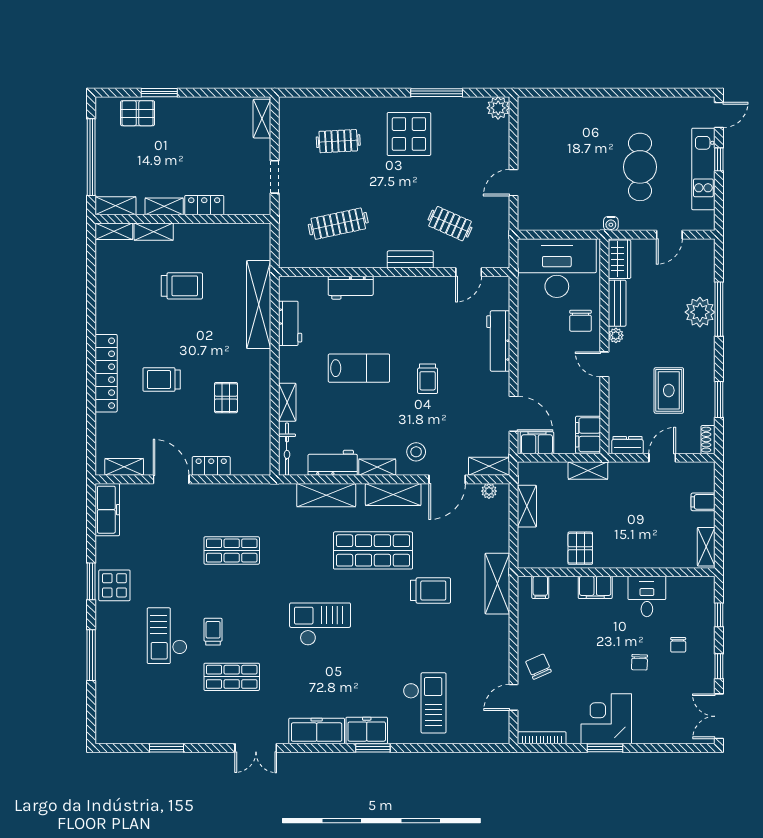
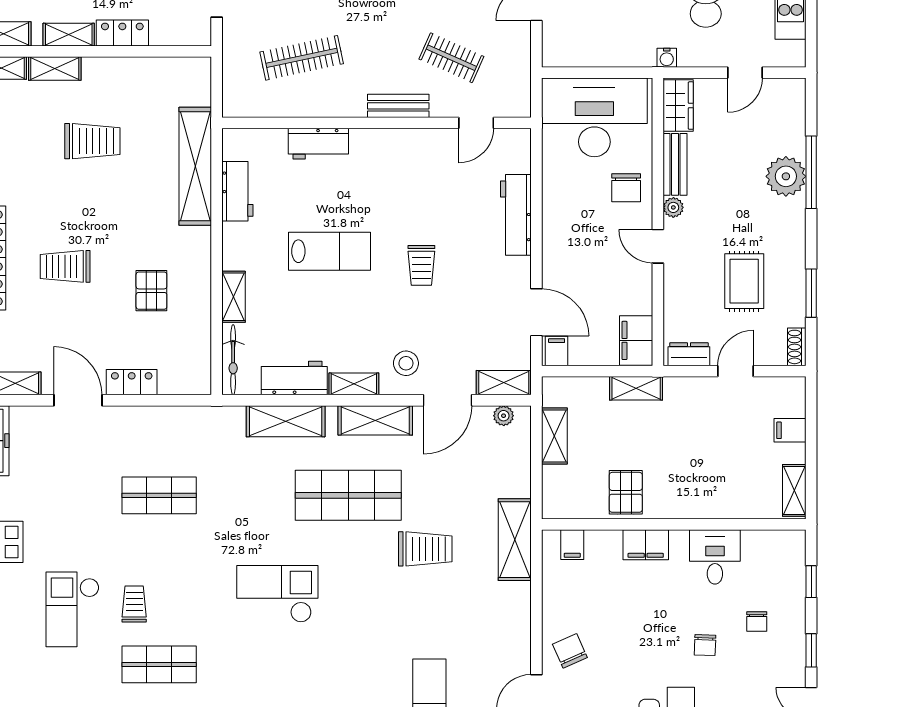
filing cabinet: (537, 443) -> (557, 351), width x0.50

